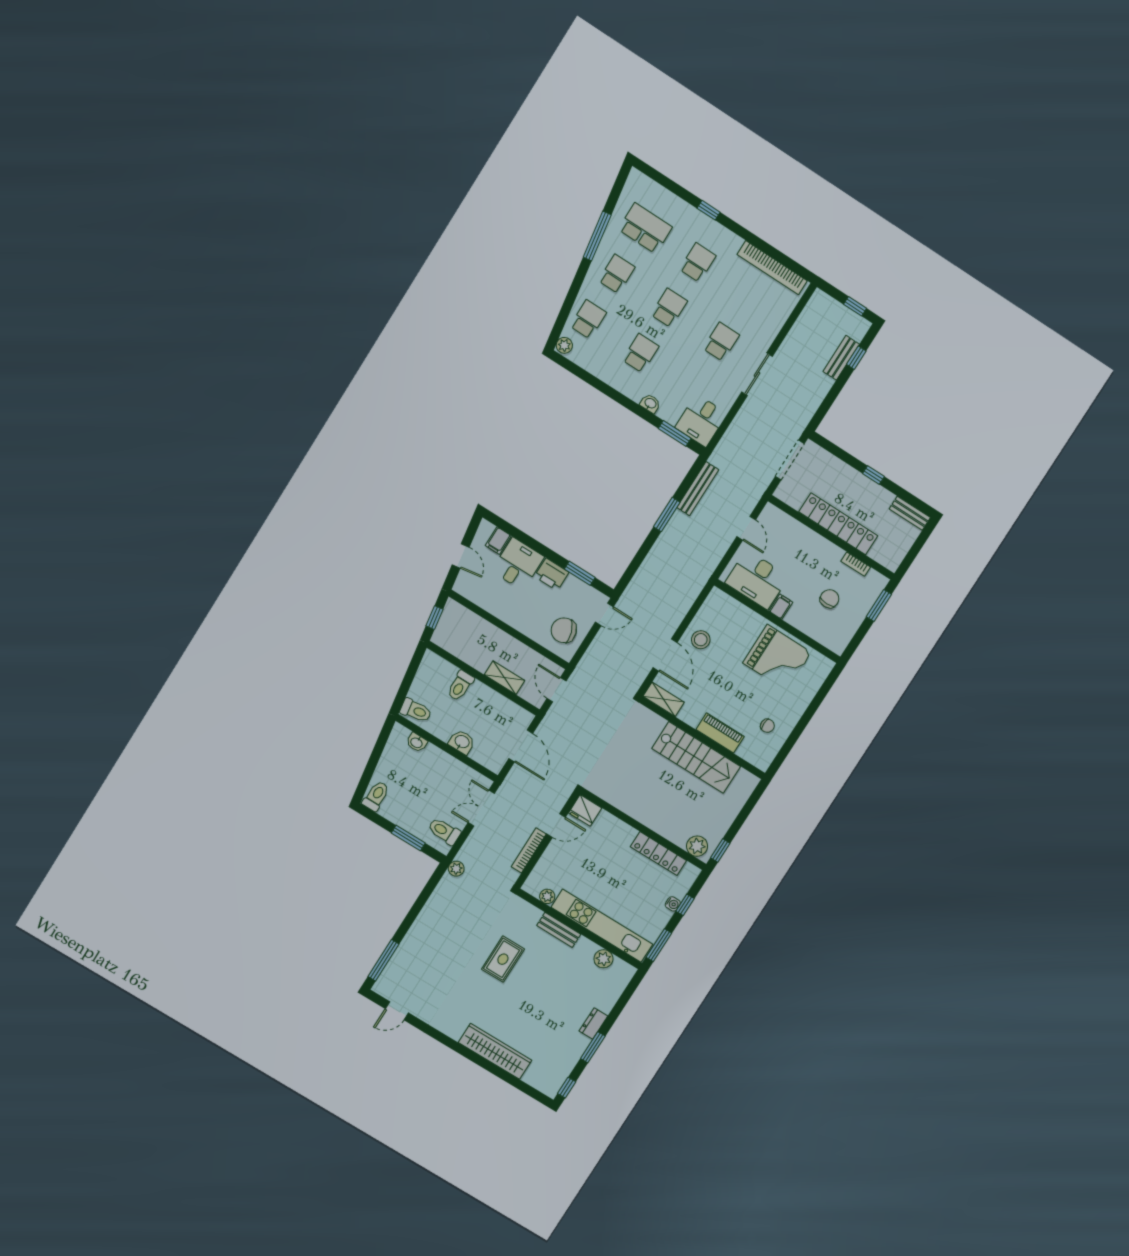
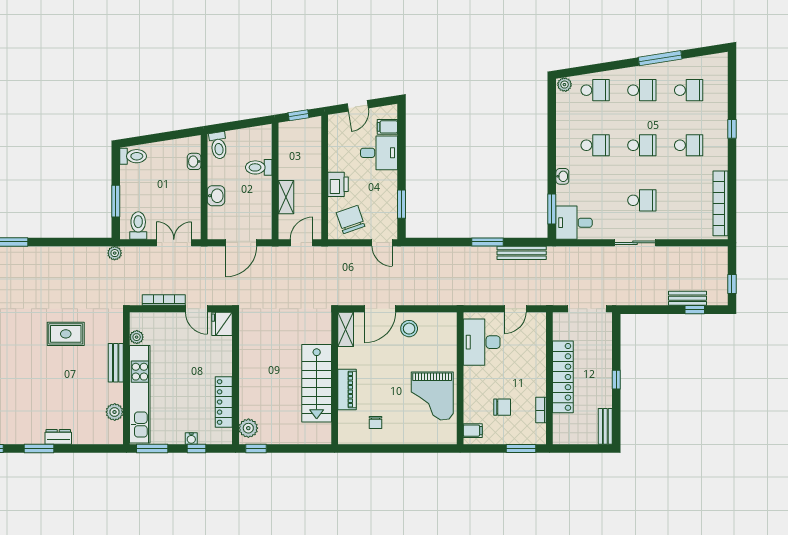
school desk: (645, 228) -> (689, 90), width x0.54
printer: (552, 574) -> (338, 184), moved, turned 180
filing cabinet: (781, 607) -> (473, 431), moved

